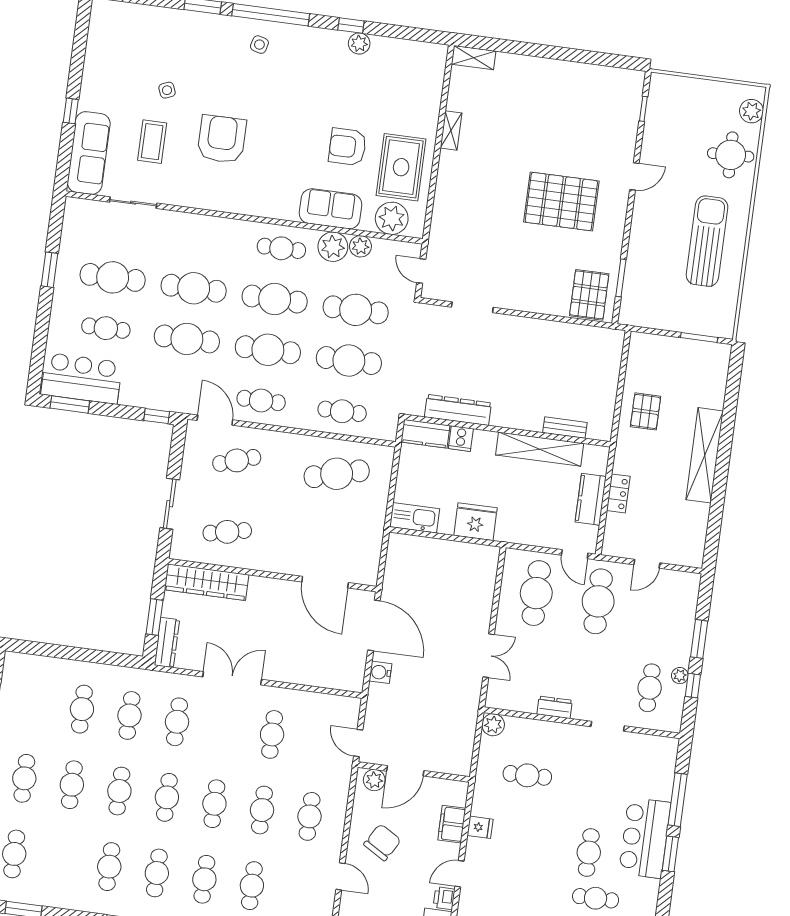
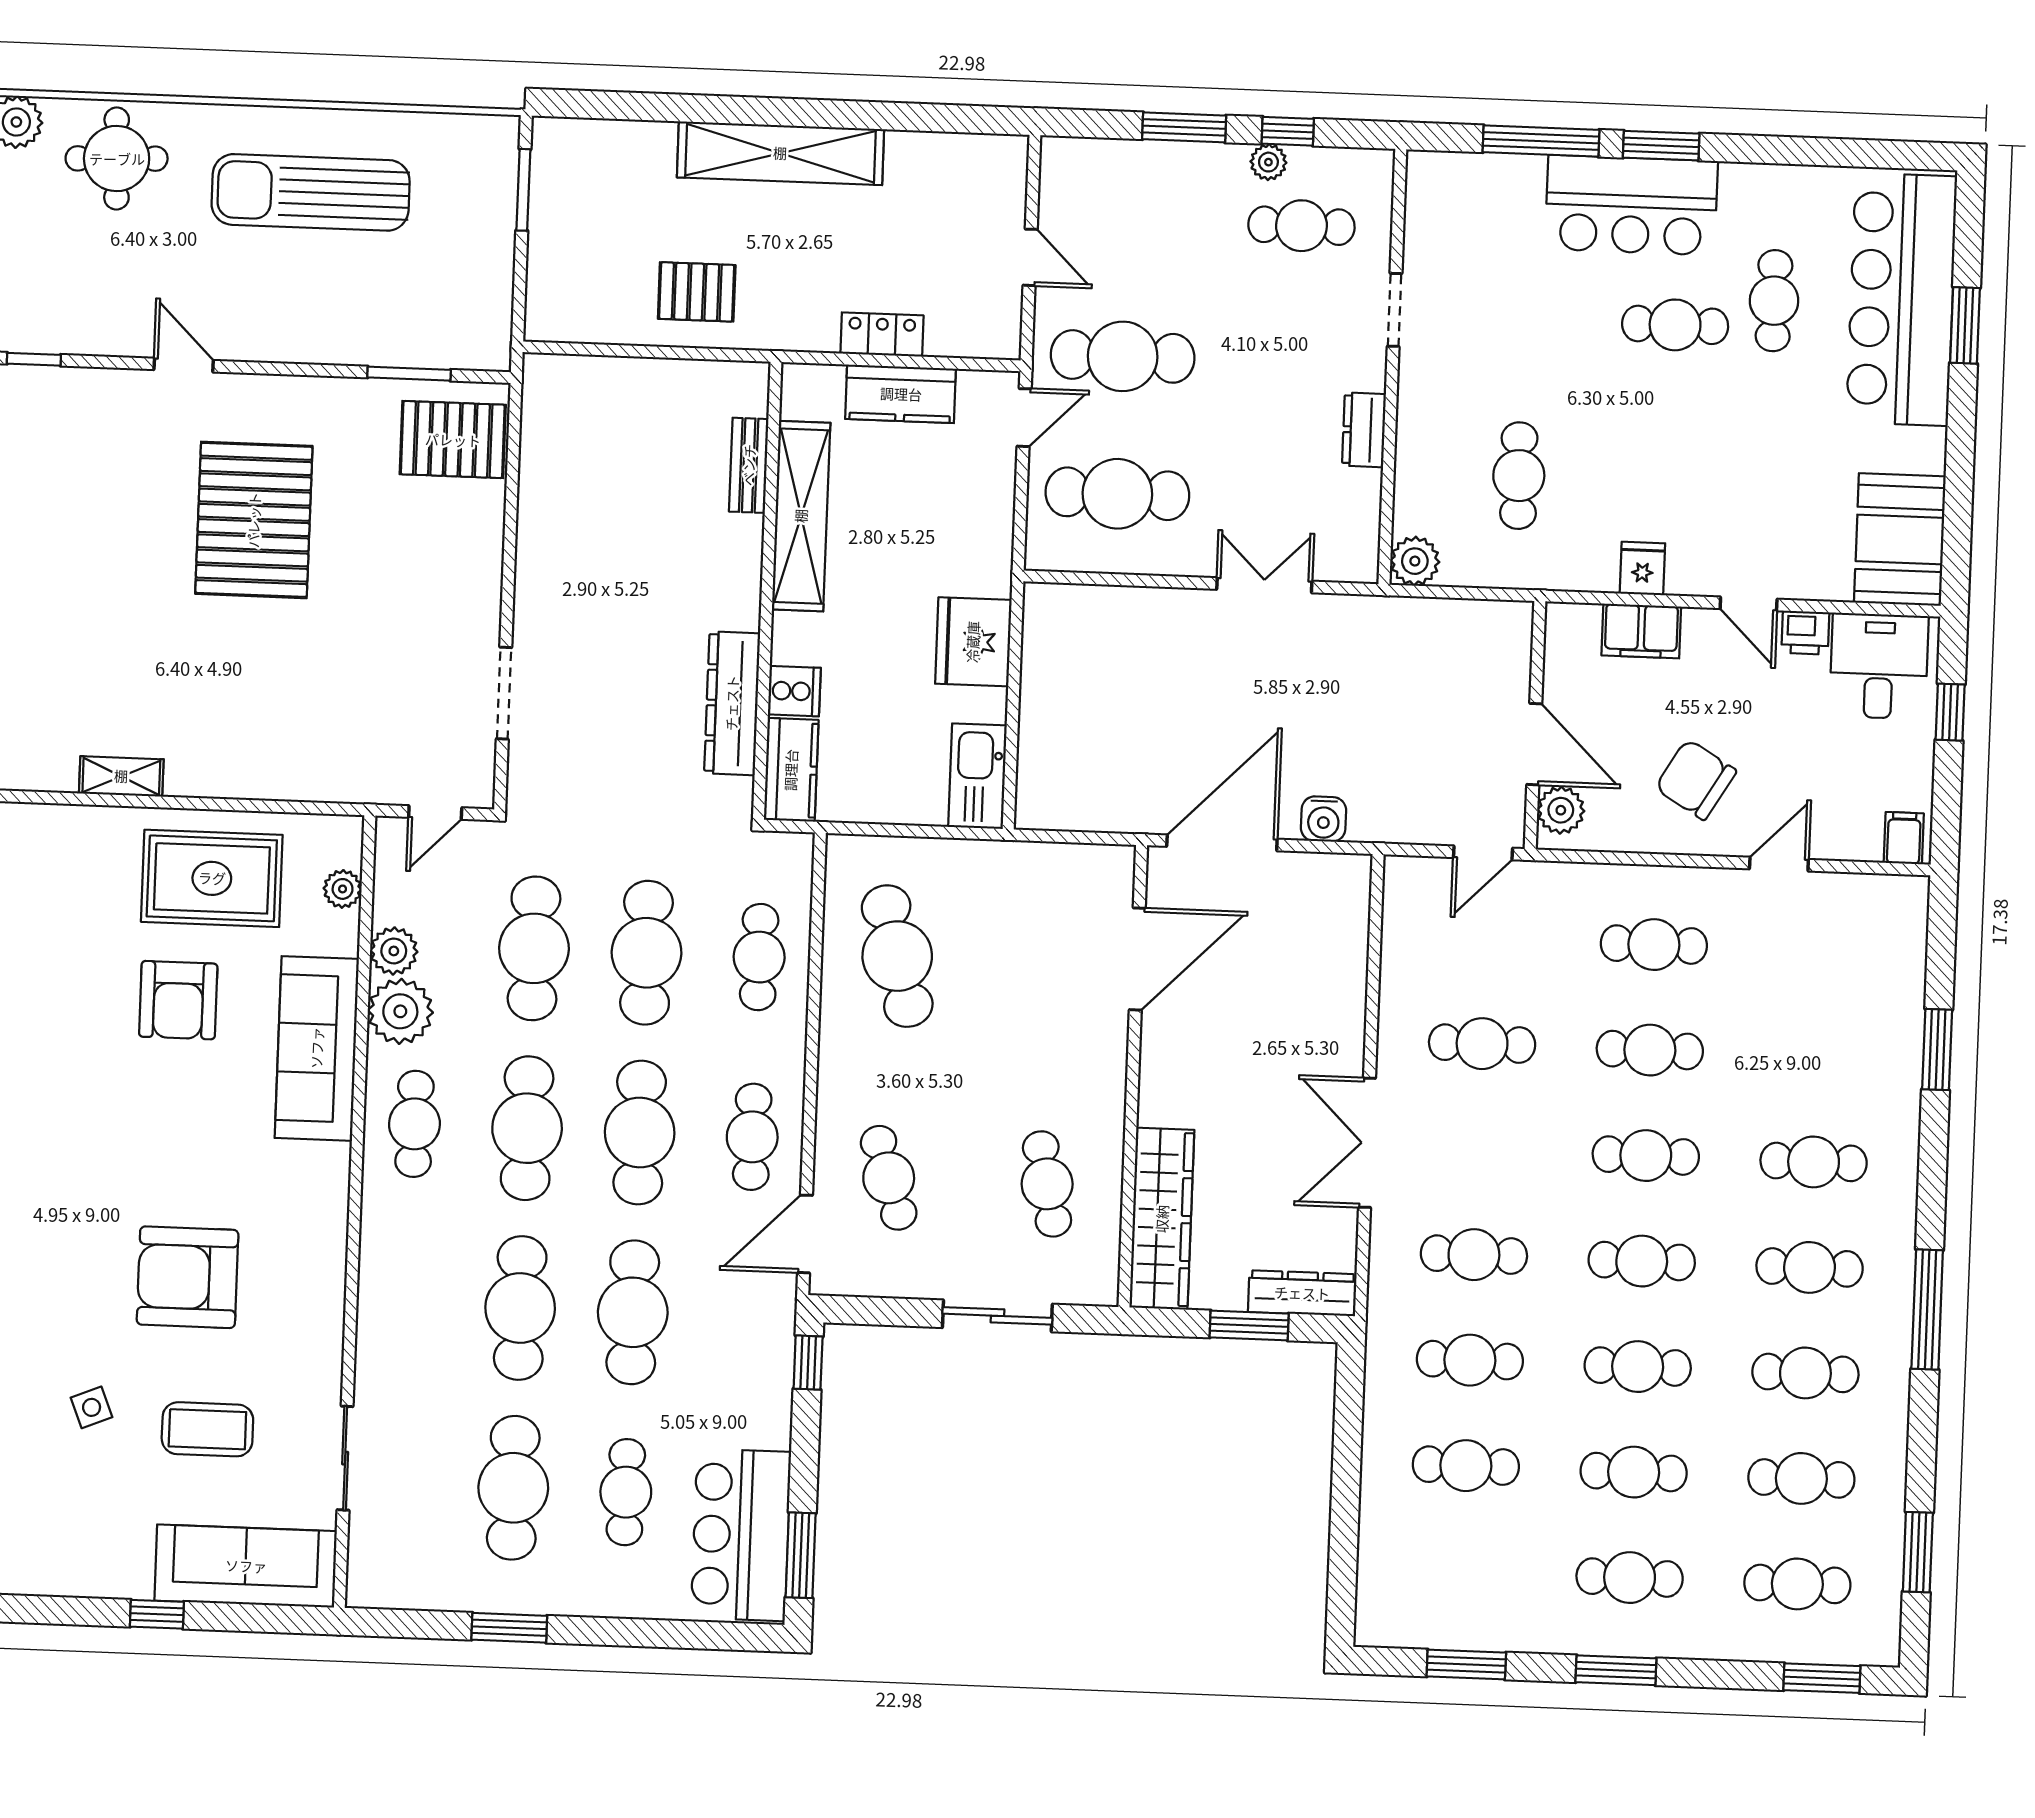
sofa: (331, 209) -> (317, 1048), width x1.36
plant: (392, 218) -> (343, 889), width x0.53, depth x0.53
cafe table: (252, 886) -> (1801, 1478), moved

